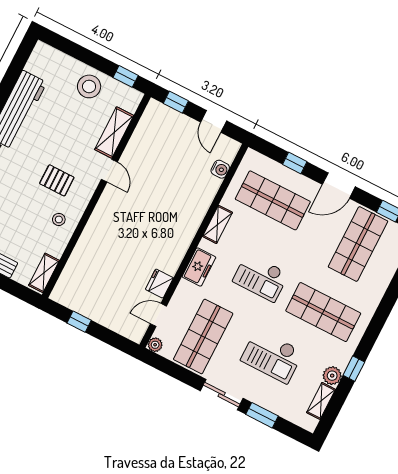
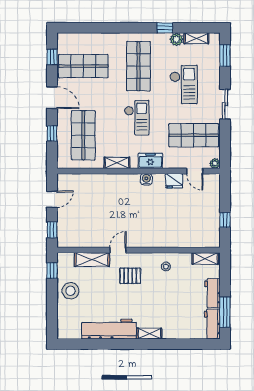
water cooler: (220, 169) -> (146, 179), moved
pallet: (57, 180) -> (130, 276), moved, turned 90
window: (262, 415) -> (225, 56), moved

